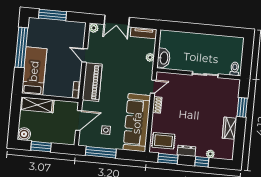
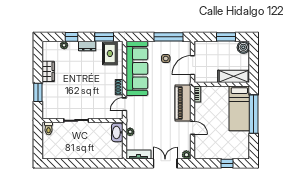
window: (52, 15) -> (227, 163), width x0.46
window: (21, 47) -> (254, 114), moved
rug: (163, 141) -> (110, 54), turned 90

